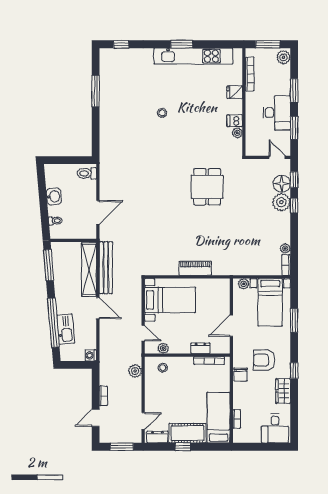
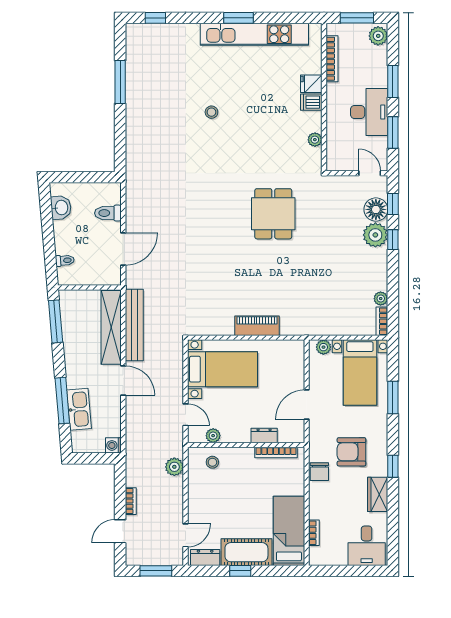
dishwasher: (235, 121) -> (311, 102), moved
toilet: (87, 173) -> (108, 213), moved
washbasin: (54, 196) -> (61, 208), moved
window: (53, 323) -> (62, 401), width x0.68

